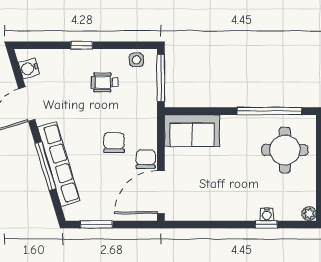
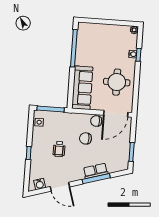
wheelchair: (104, 82) -> (59, 149), moved
sofa: (192, 131) -> (82, 88), width x1.36
round table: (285, 150) -> (117, 82), moved
row of seats: (59, 164) -> (96, 171), width x0.50
door: (161, 192) -> (116, 114), hinge flipped

